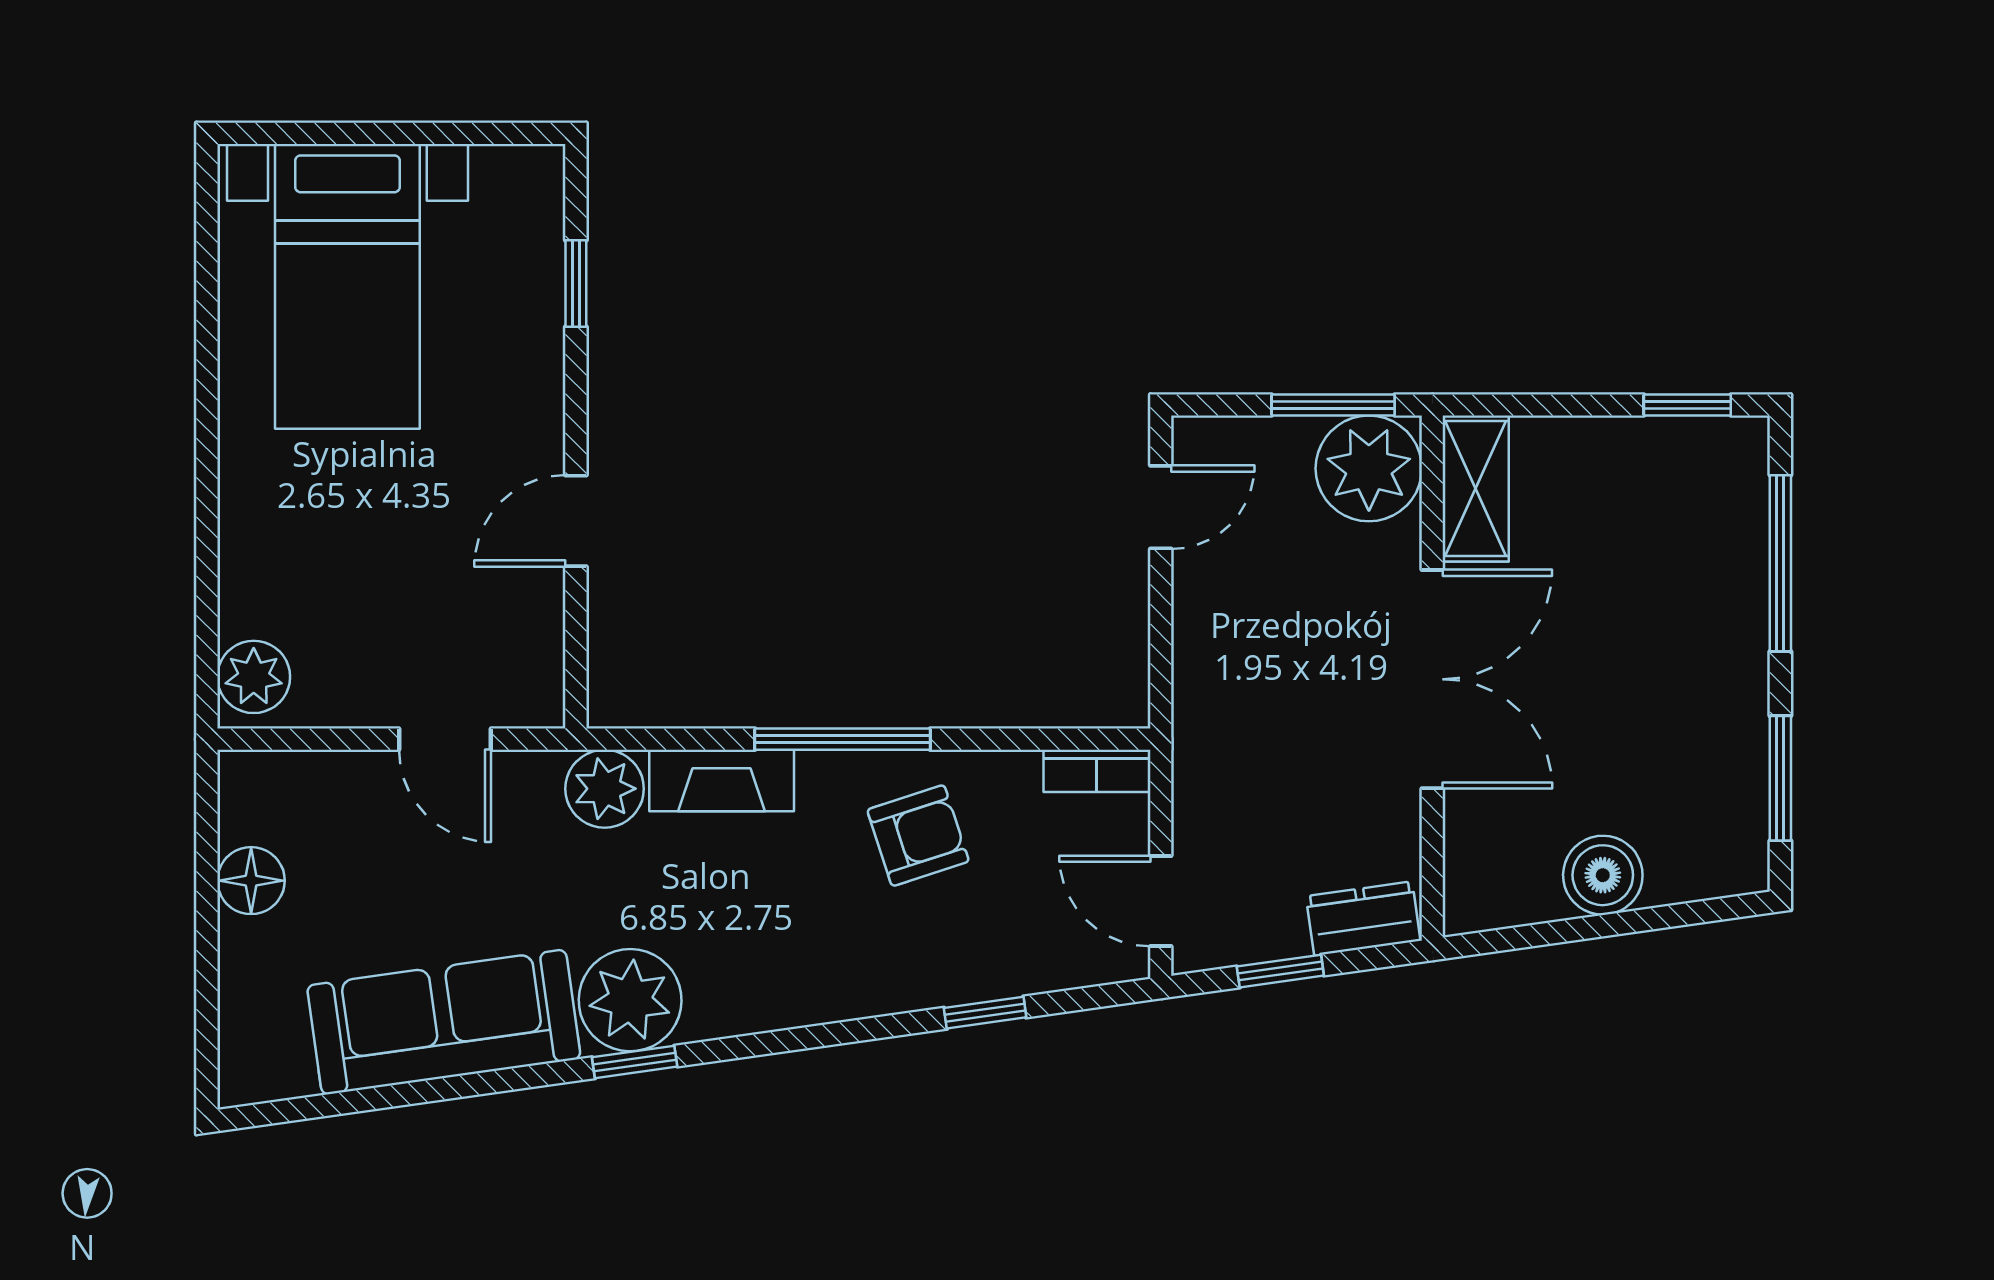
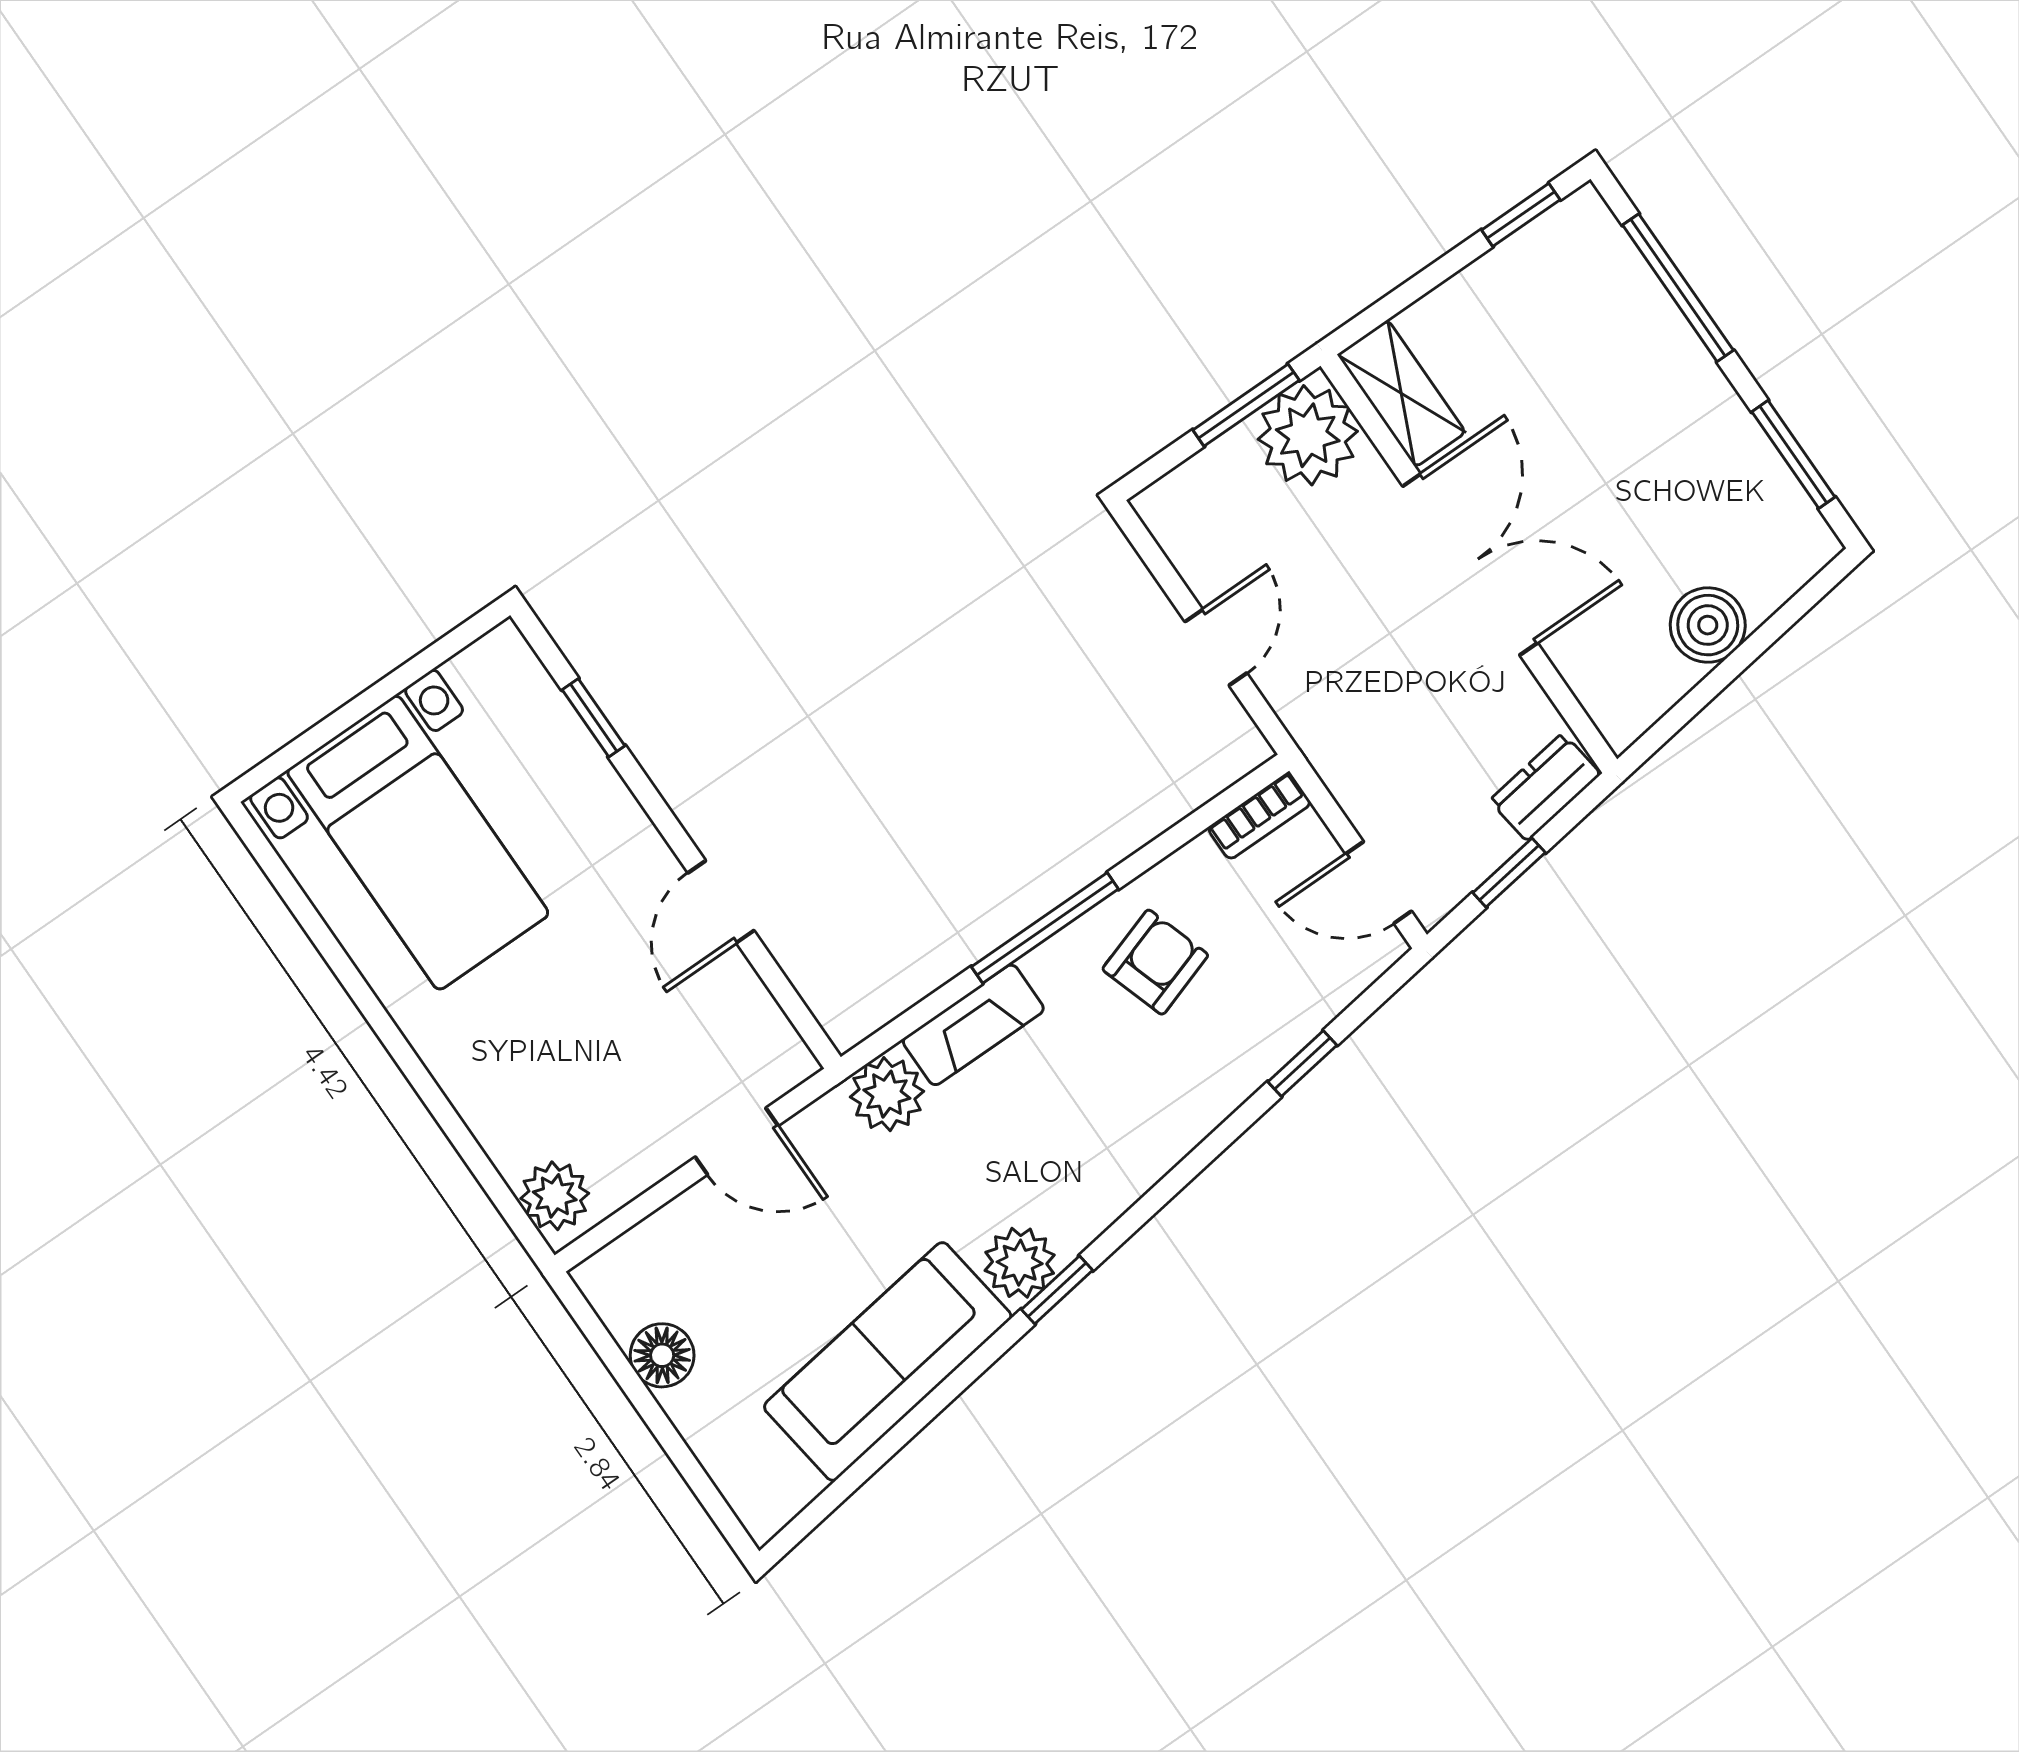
door: (1161, 507) -> (1216, 647), moved
plant: (630, 1000) -> (1020, 1263), width x0.73, depth x0.73

